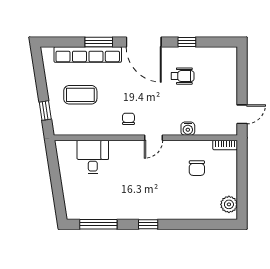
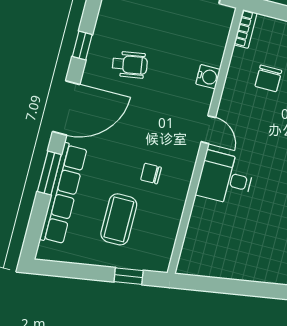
wheelchair: (183, 76) -> (130, 65), turned 81
chair: (128, 119) -> (151, 174), moved
desk: (93, 157) -> (225, 178), moved
chair: (197, 168) -> (268, 78), turned 90

